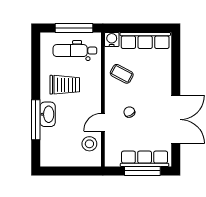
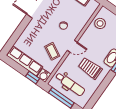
window: (123, 28) -> (33, 78), added
door: (103, 122) -> (72, 46), moved

